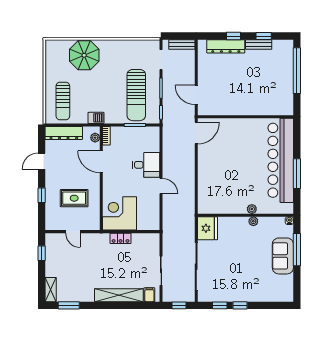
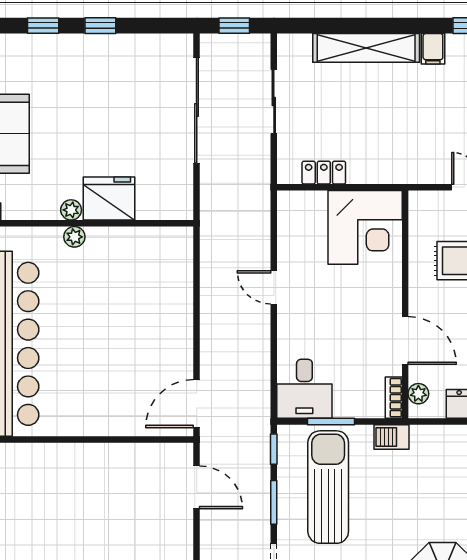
barbecue: (96, 118) -> (391, 437), moved
desk: (146, 165) -> (304, 389), moved, turned -90
fridge: (207, 228) -> (109, 199), moved, turned 90
locker: (121, 238) -> (324, 173), moved
filing cabinet: (149, 295) -> (433, 49), moved
window: (220, 305) -> (43, 26), moved

